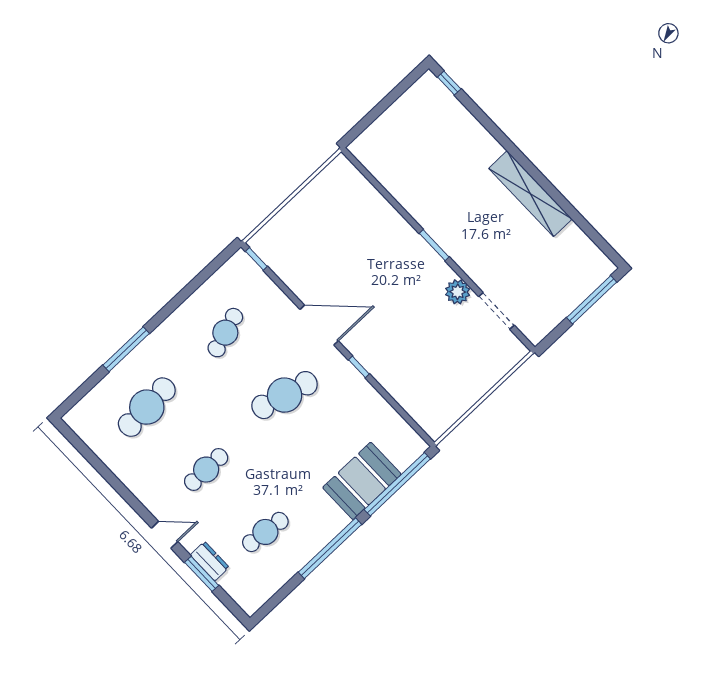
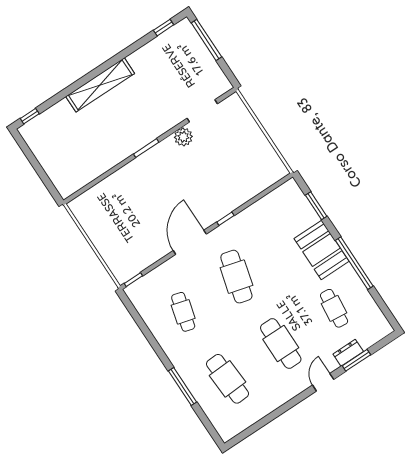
shelving: (530, 194) -> (100, 85), moved
window: (598, 240) -> (164, 28), added
cafe table: (225, 333) -> (183, 312), turned 33
cafe table: (206, 470) -> (281, 344), width x1.37, depth x1.35
booth: (362, 481) -> (322, 250), moved
window: (397, 484) -> (316, 206), width x0.47

